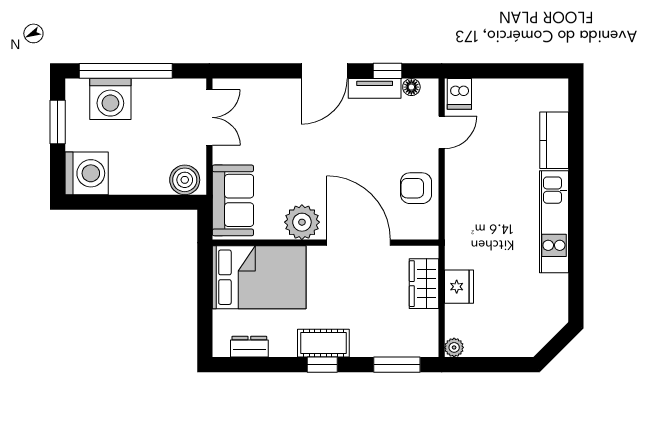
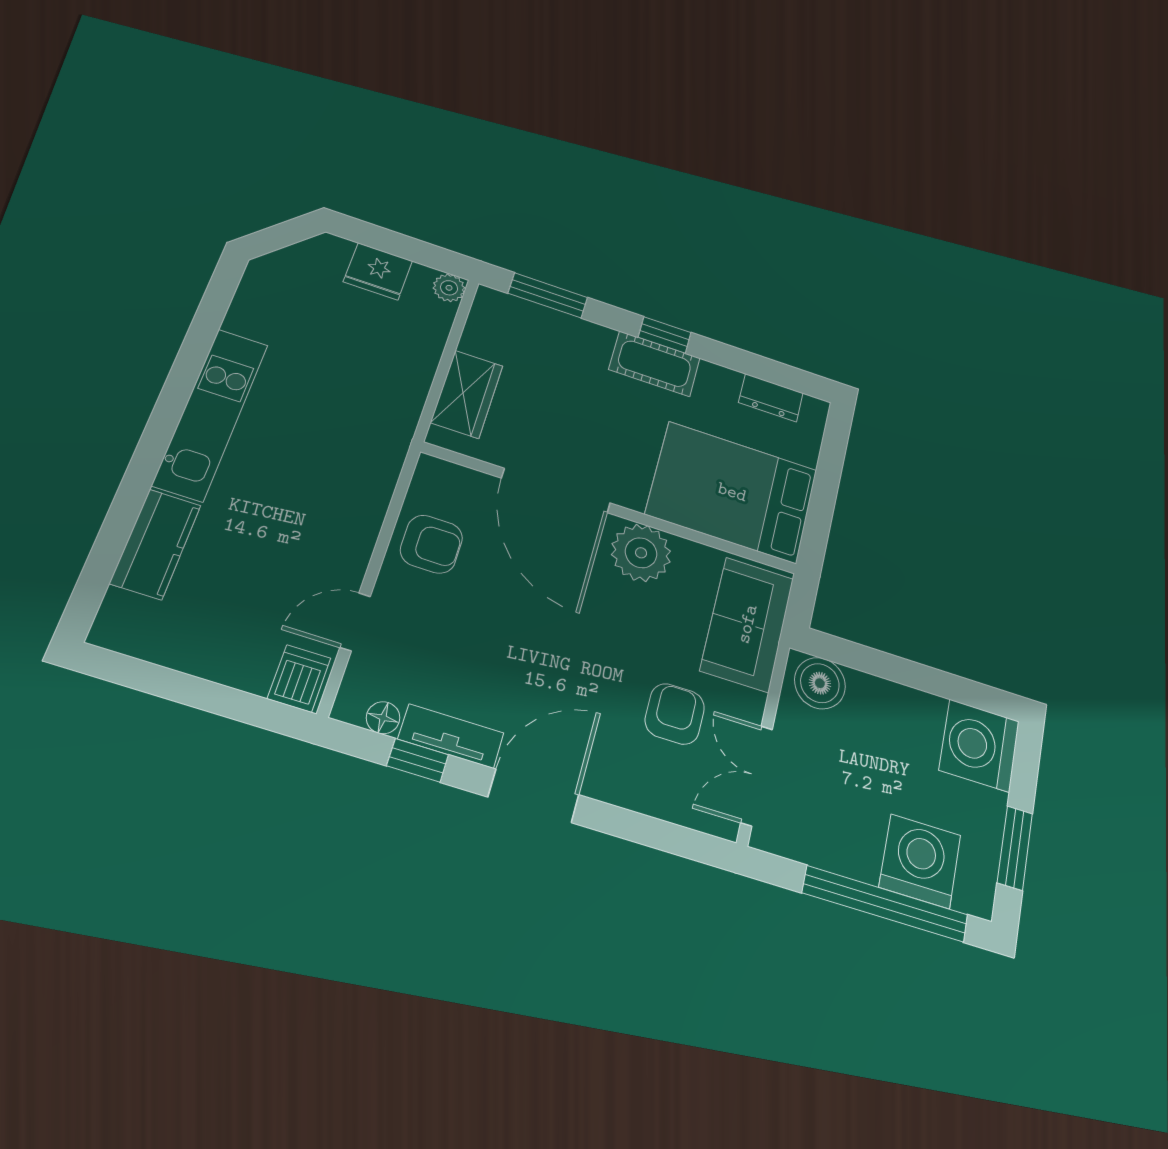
armchair: (261, 137) -> (675, 714), added
fridge: (459, 287) -> (378, 271), moved, turned -90

